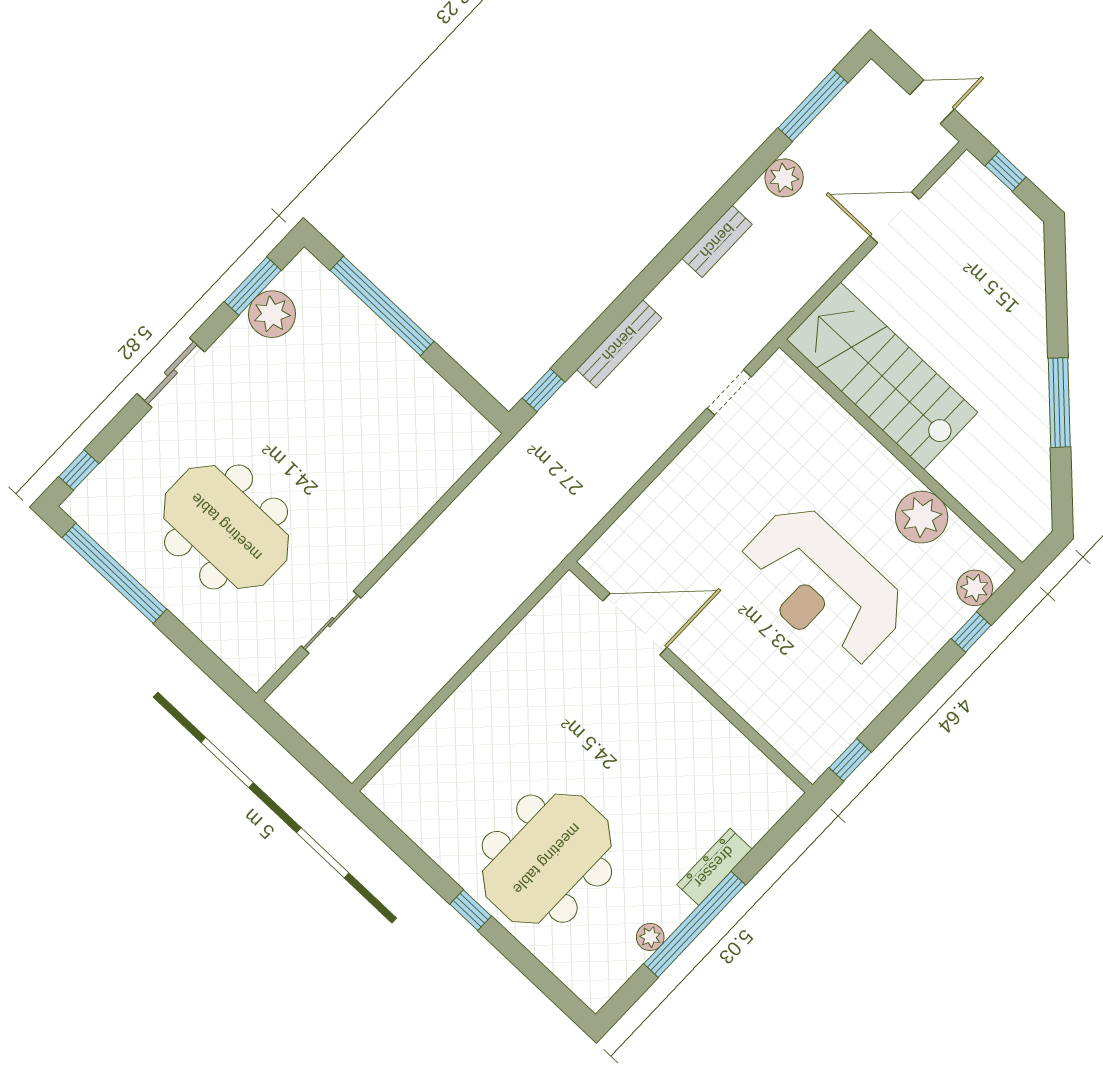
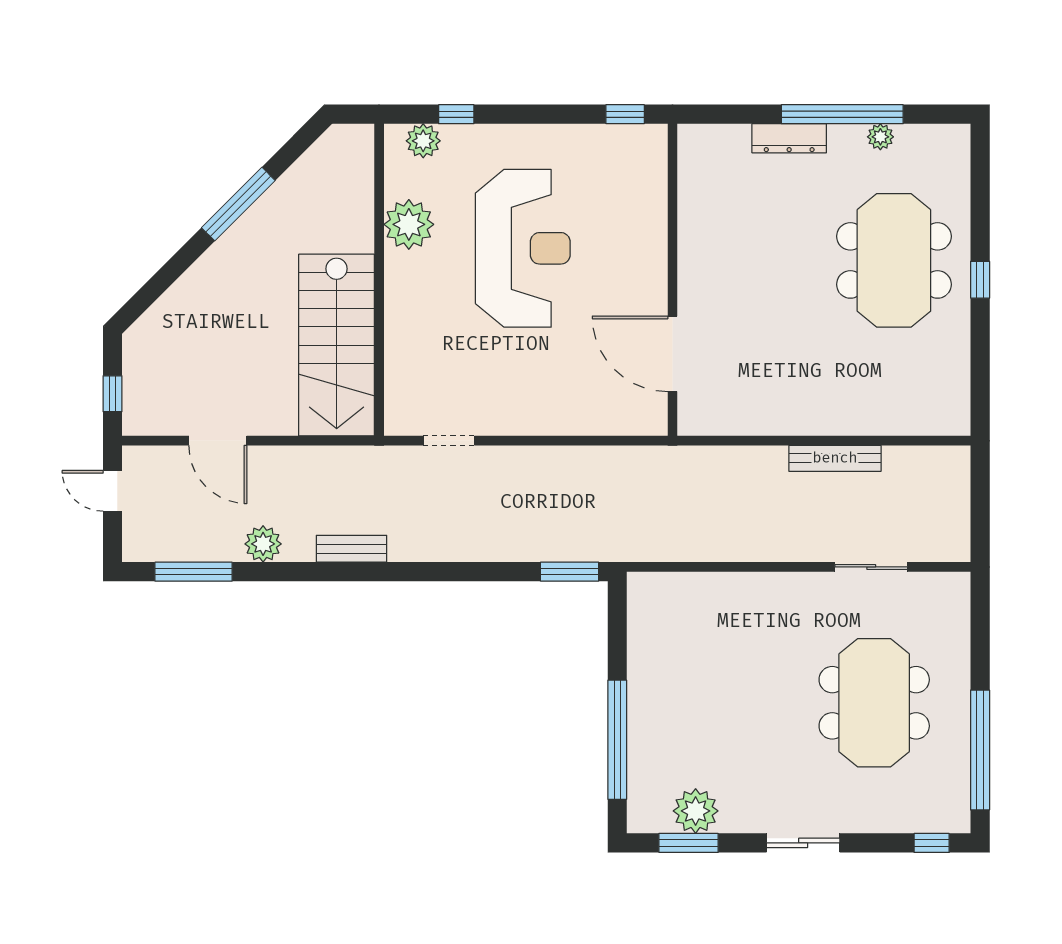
bench: (619, 344) -> (835, 458), moved
window: (544, 390) -> (570, 572), width x1.50
meeting table: (547, 859) -> (894, 260), turned 90

